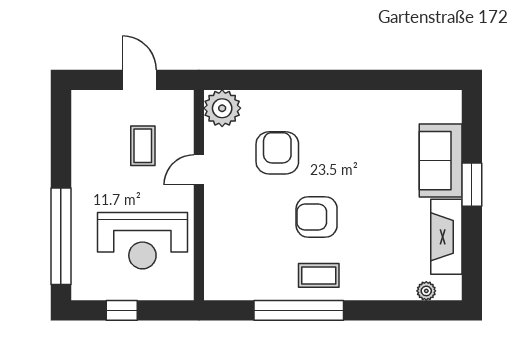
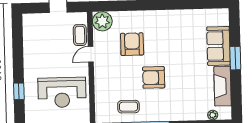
coffee table: (143, 146) -> (80, 35), moved
window: (61, 236) -> (19, 91), width x0.32
coffee table: (319, 275) -> (128, 107), moved

